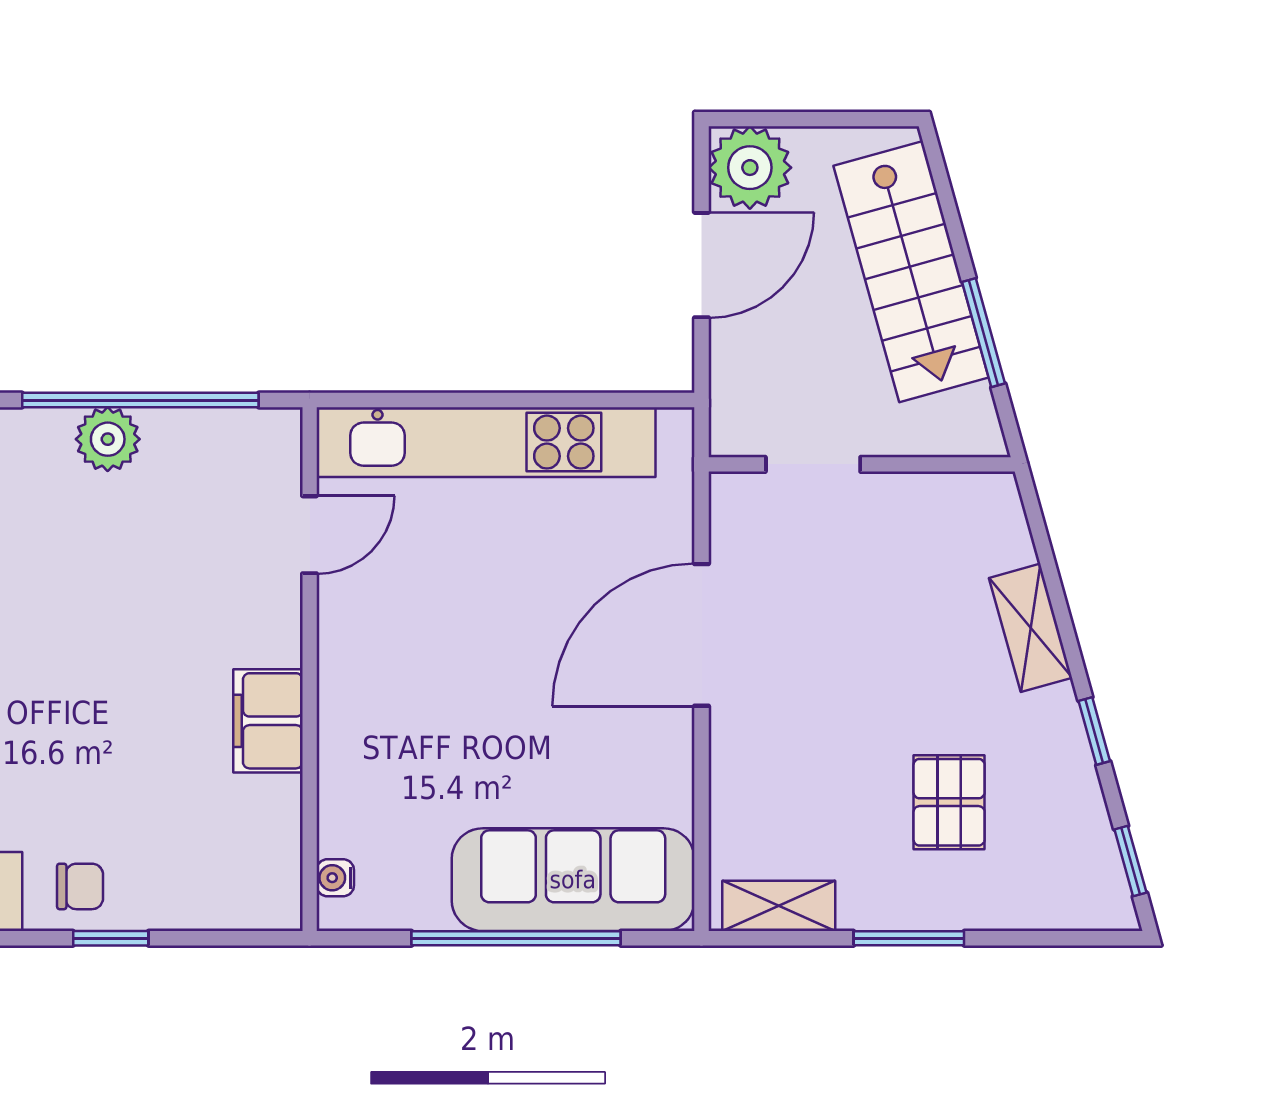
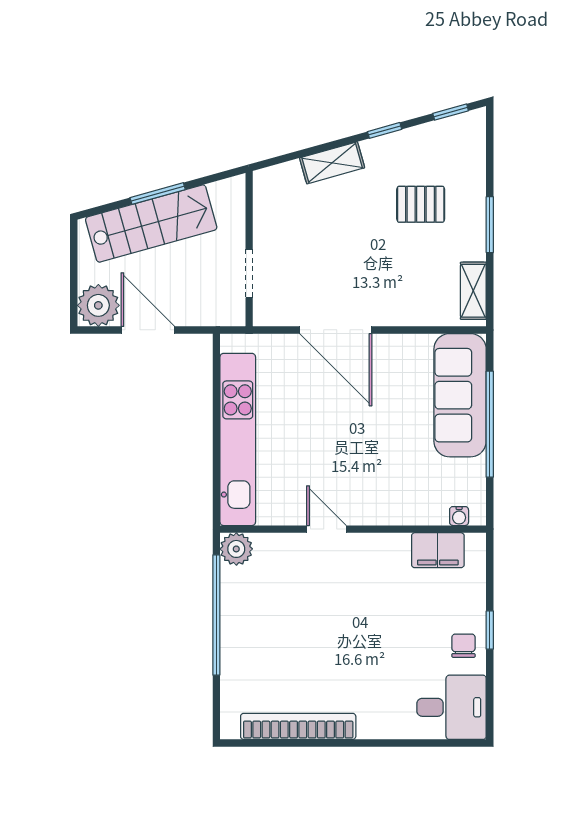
window: (983, 333) -> (158, 194), moved
plant: (108, 439) -> (236, 549), moved
door: (310, 535) -> (327, 529), moved
filing cabinet: (268, 721) -> (438, 550), moved

